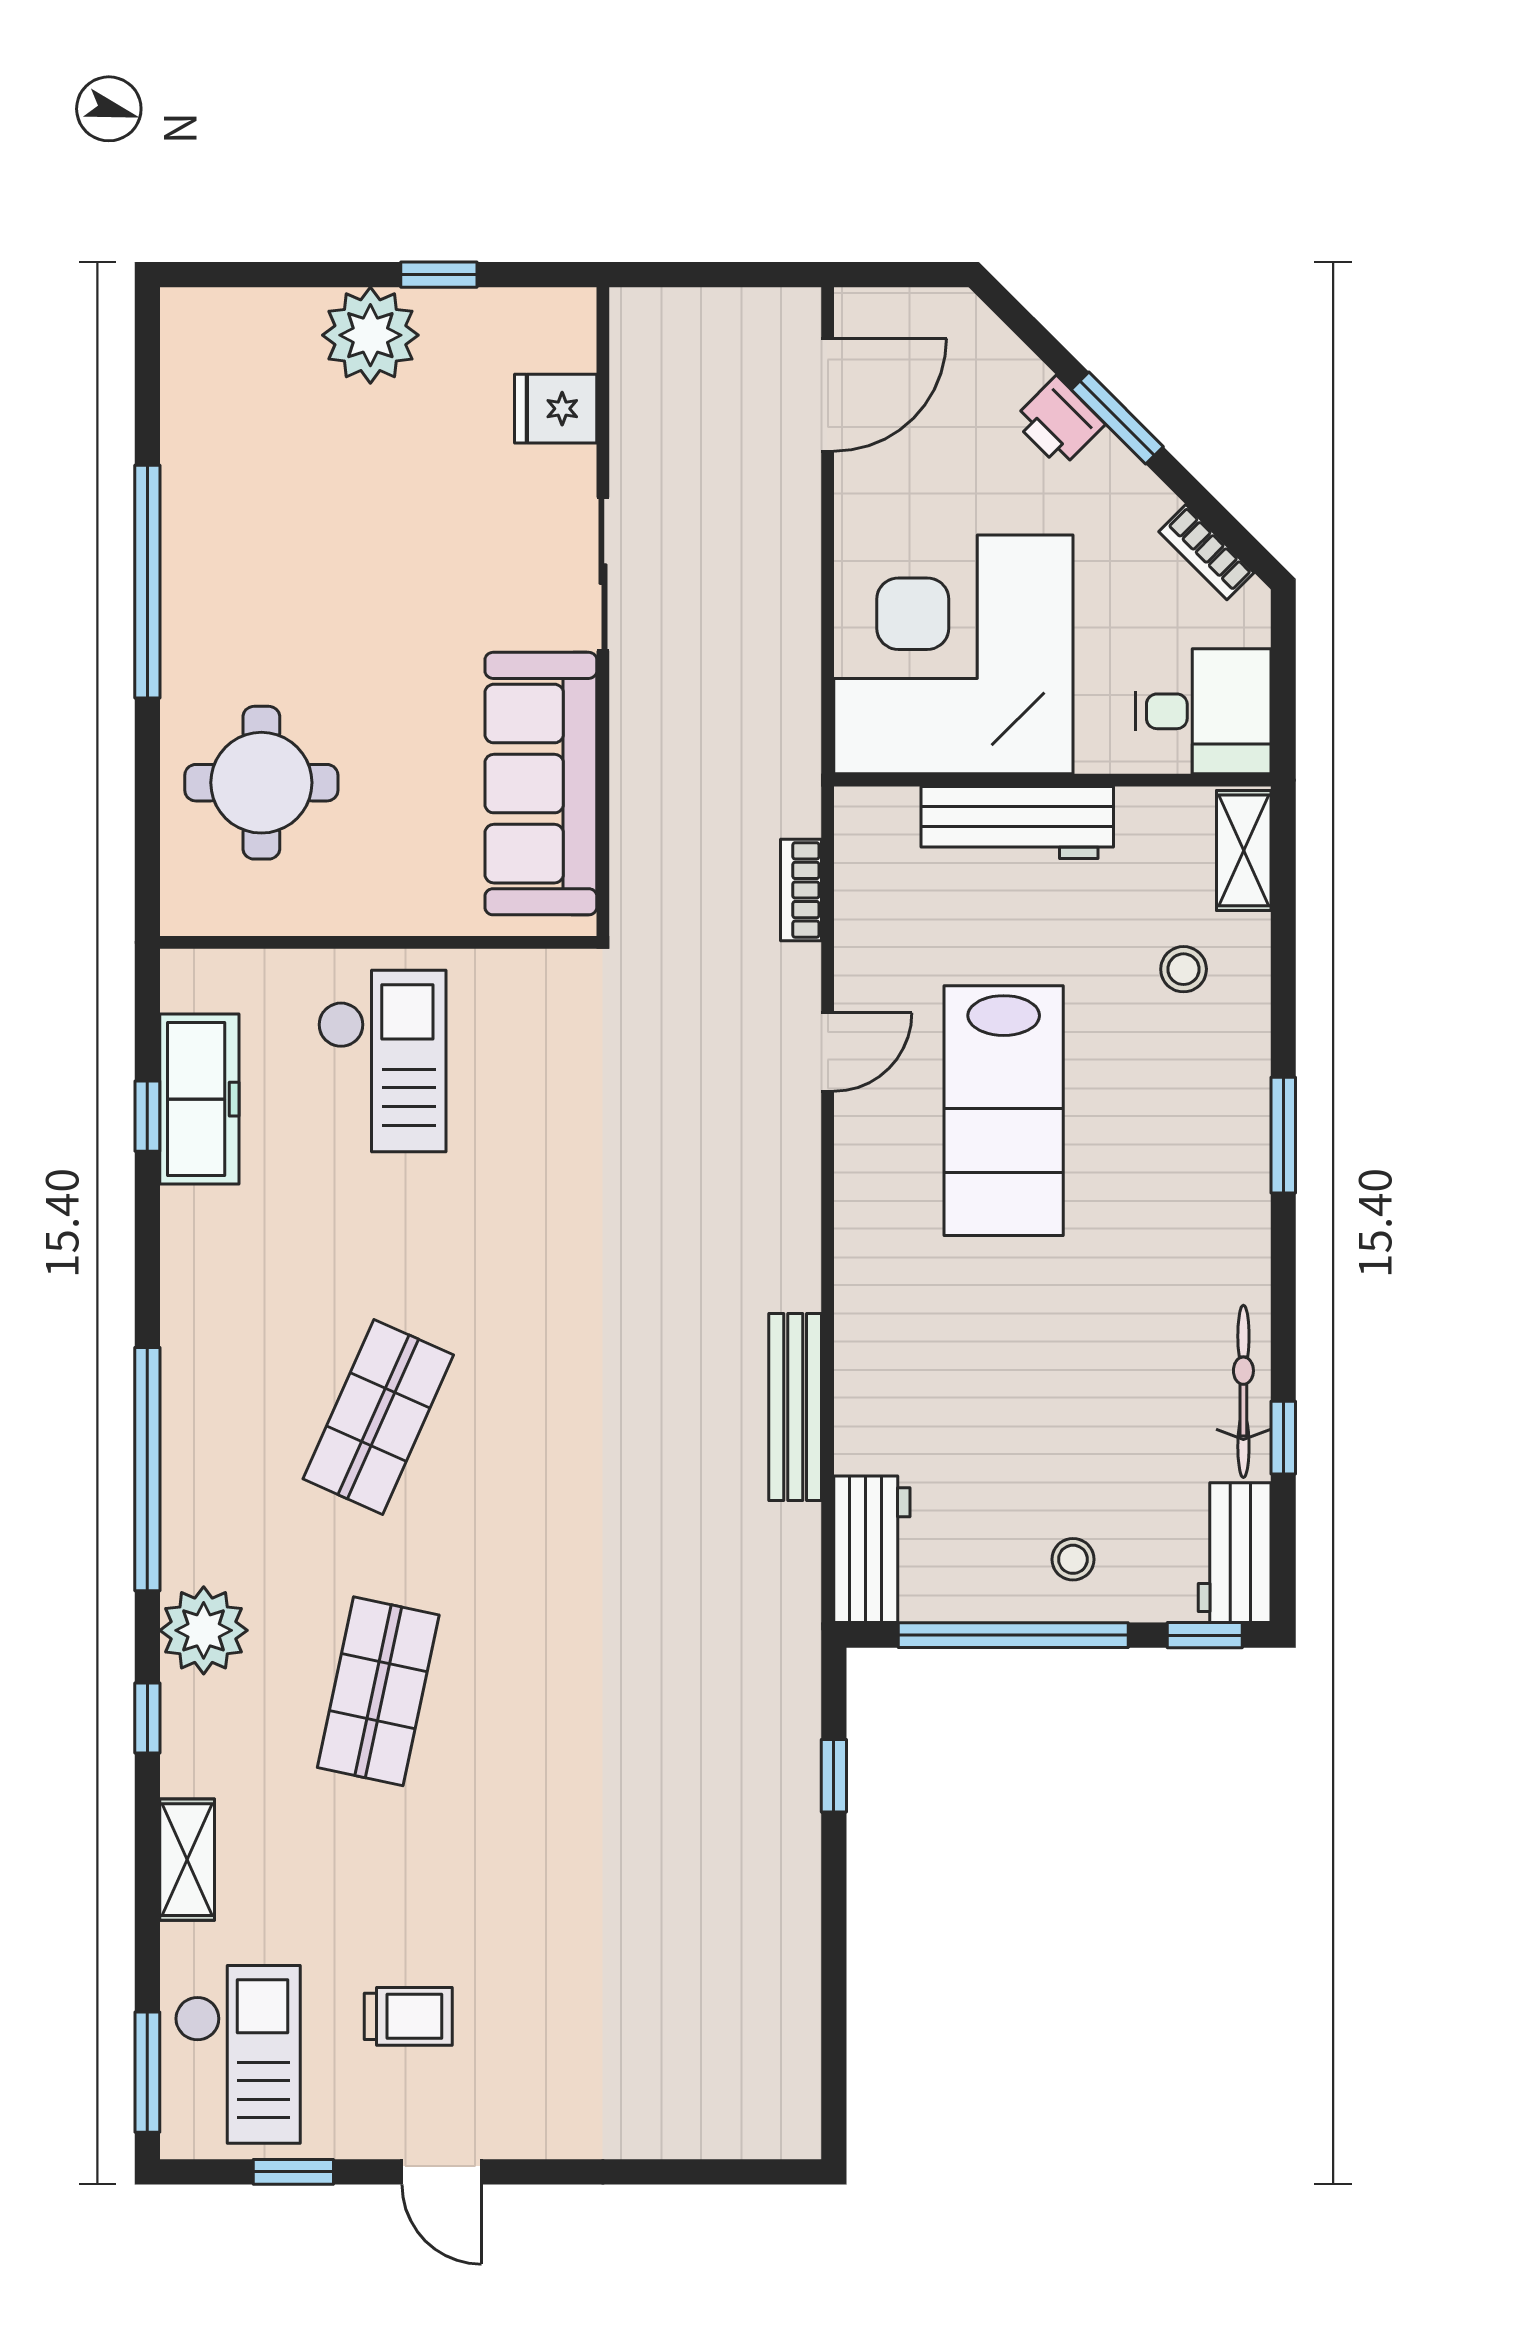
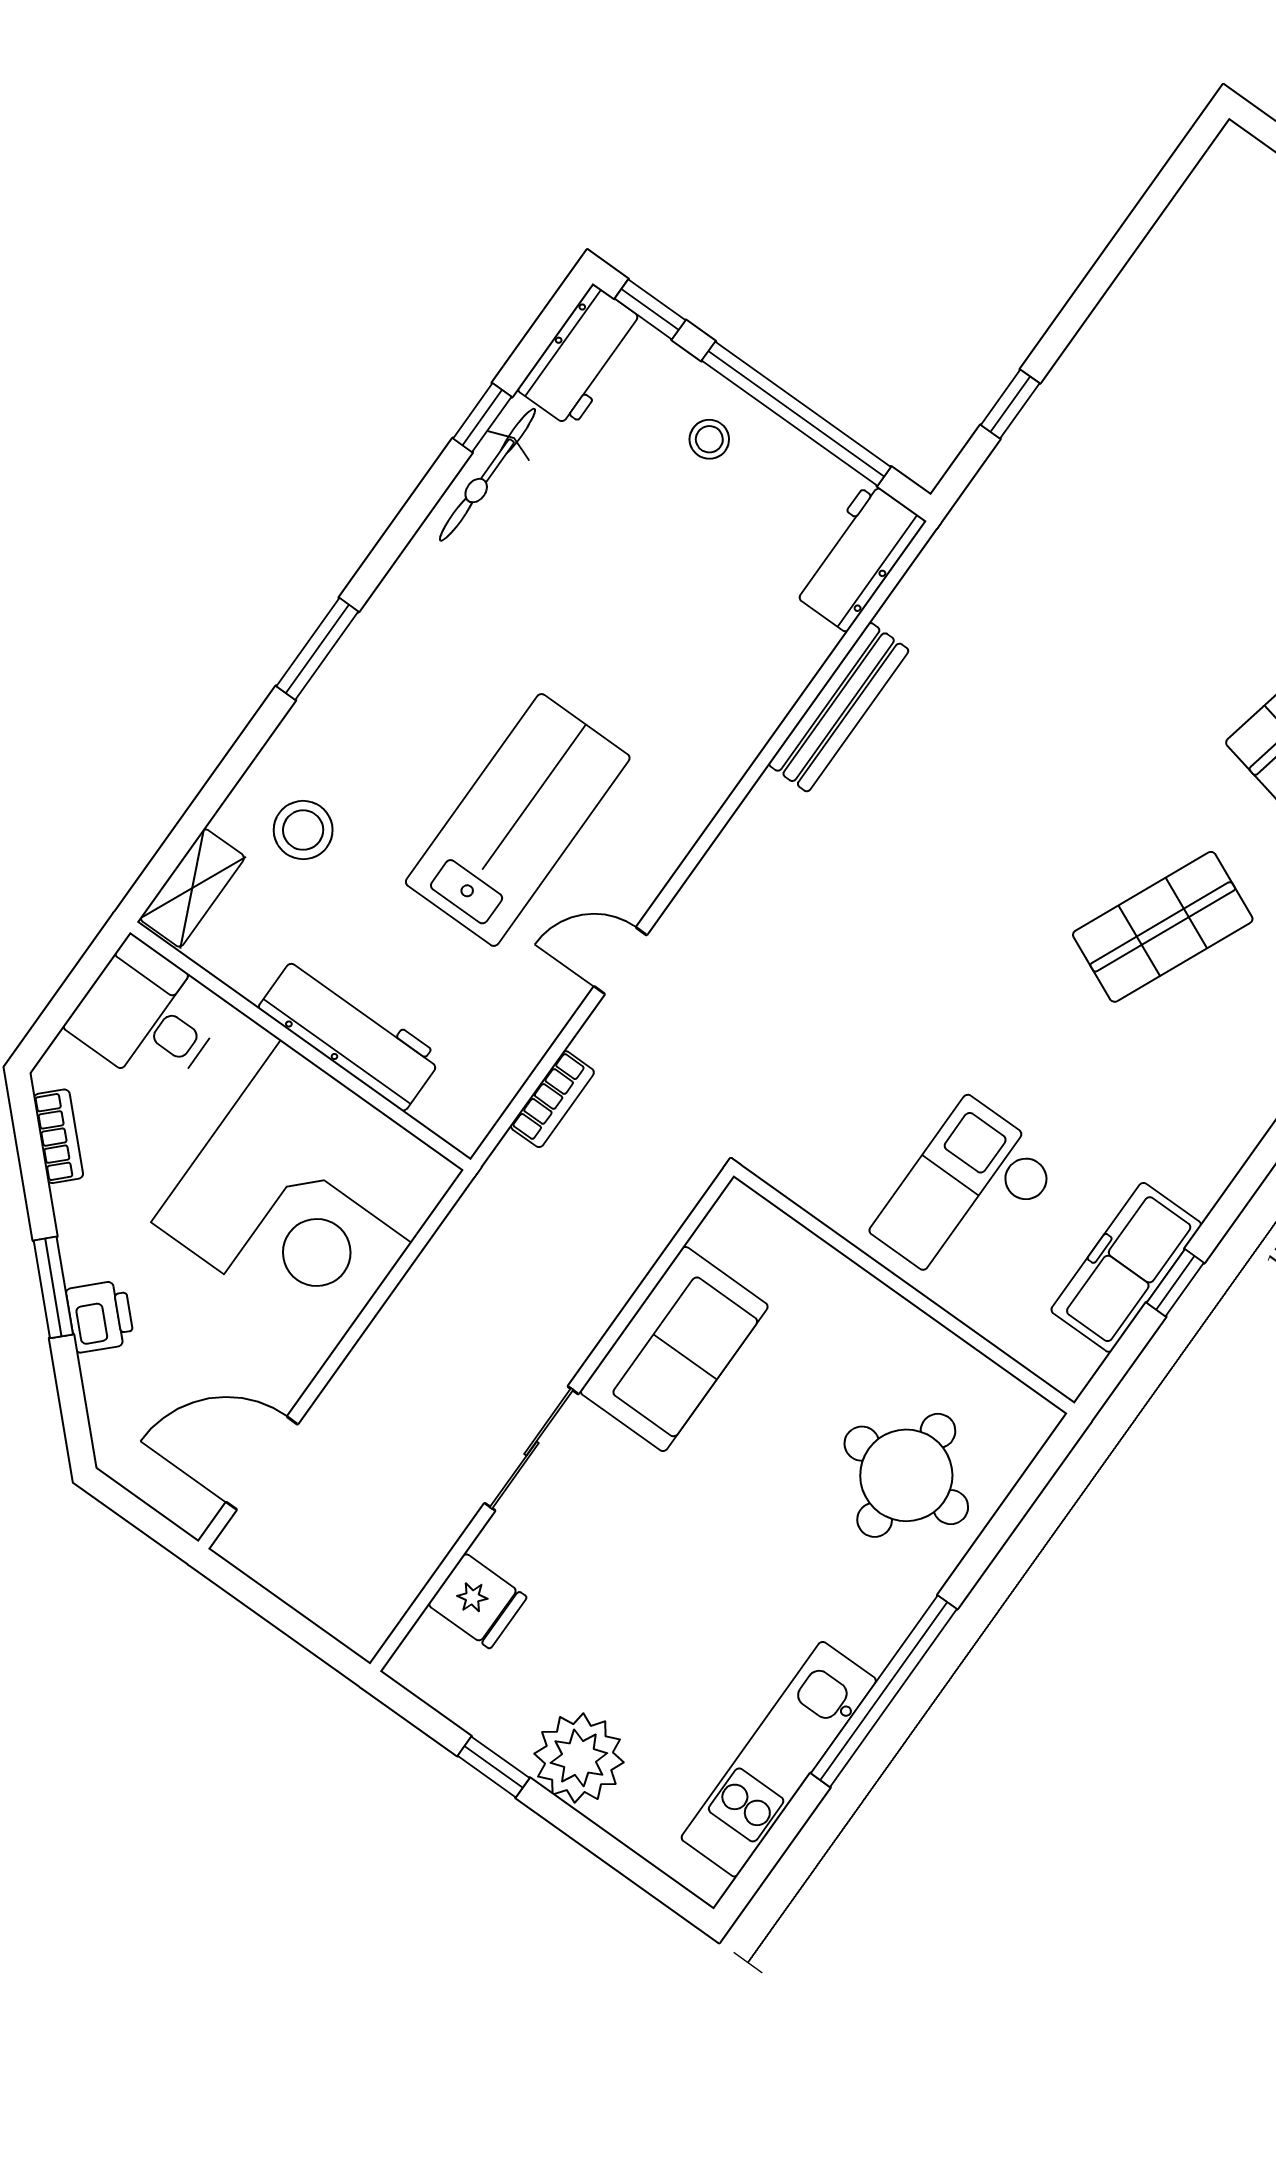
kitchen unit: (196, 458) -> (779, 1759), added
sofa: (541, 784) -> (674, 1349), width x0.73
stool: (1184, 969) -> (303, 830), width x1.37, depth x1.37

